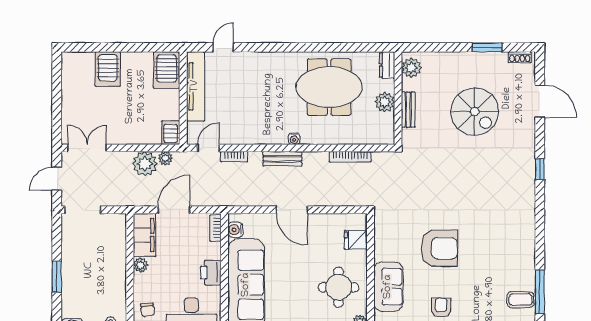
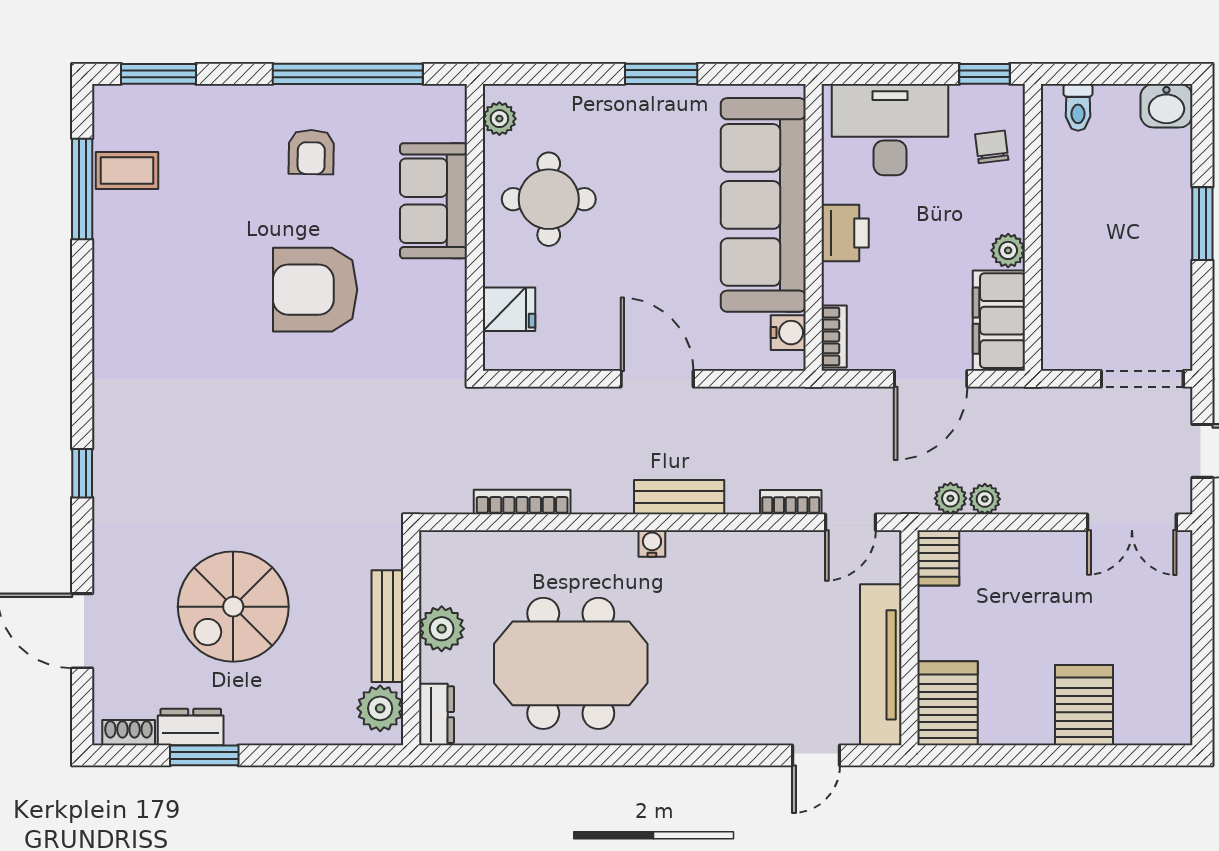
dresser: (493, 60) -> (191, 727), added
bench: (408, 110) -> (387, 626), width x1.36
spiral stairs: (475, 112) -> (233, 607), turned -90
plant: (145, 164) -> (985, 499), width x0.53, depth x0.53

